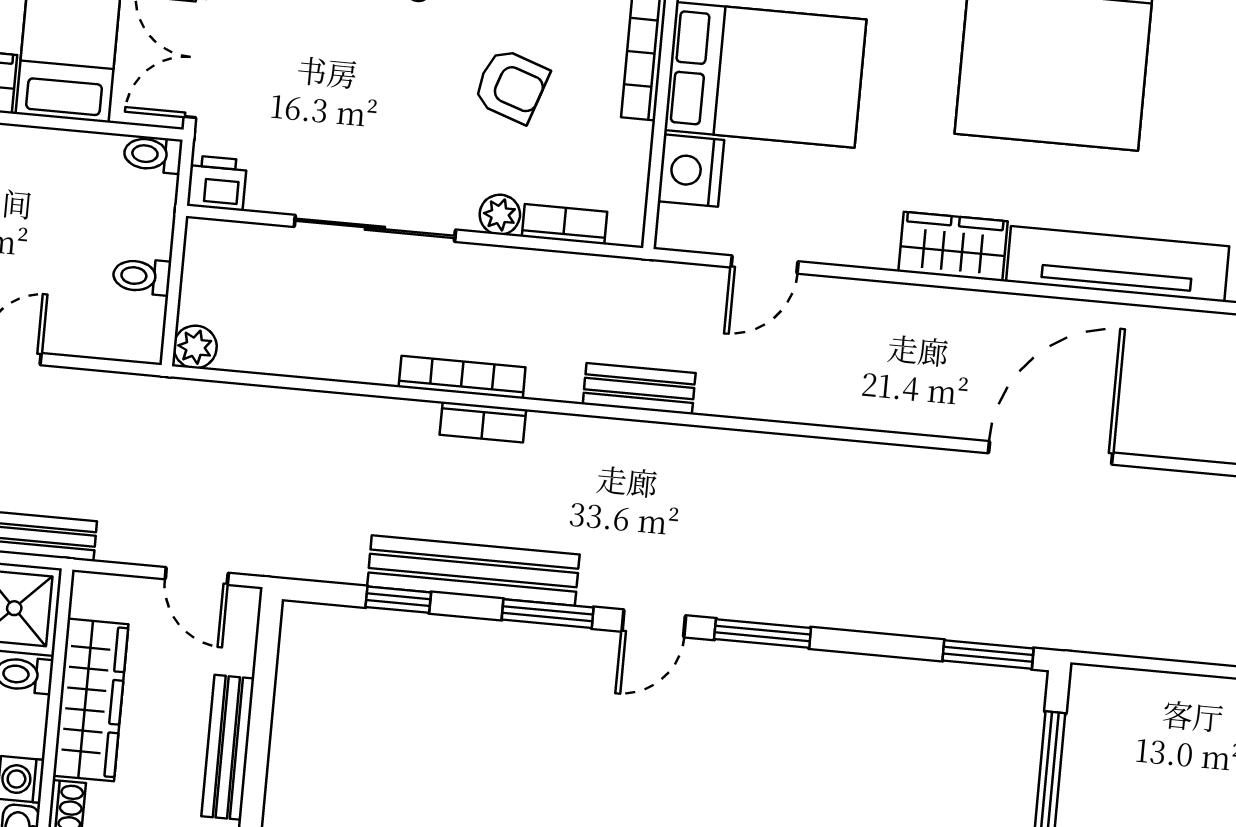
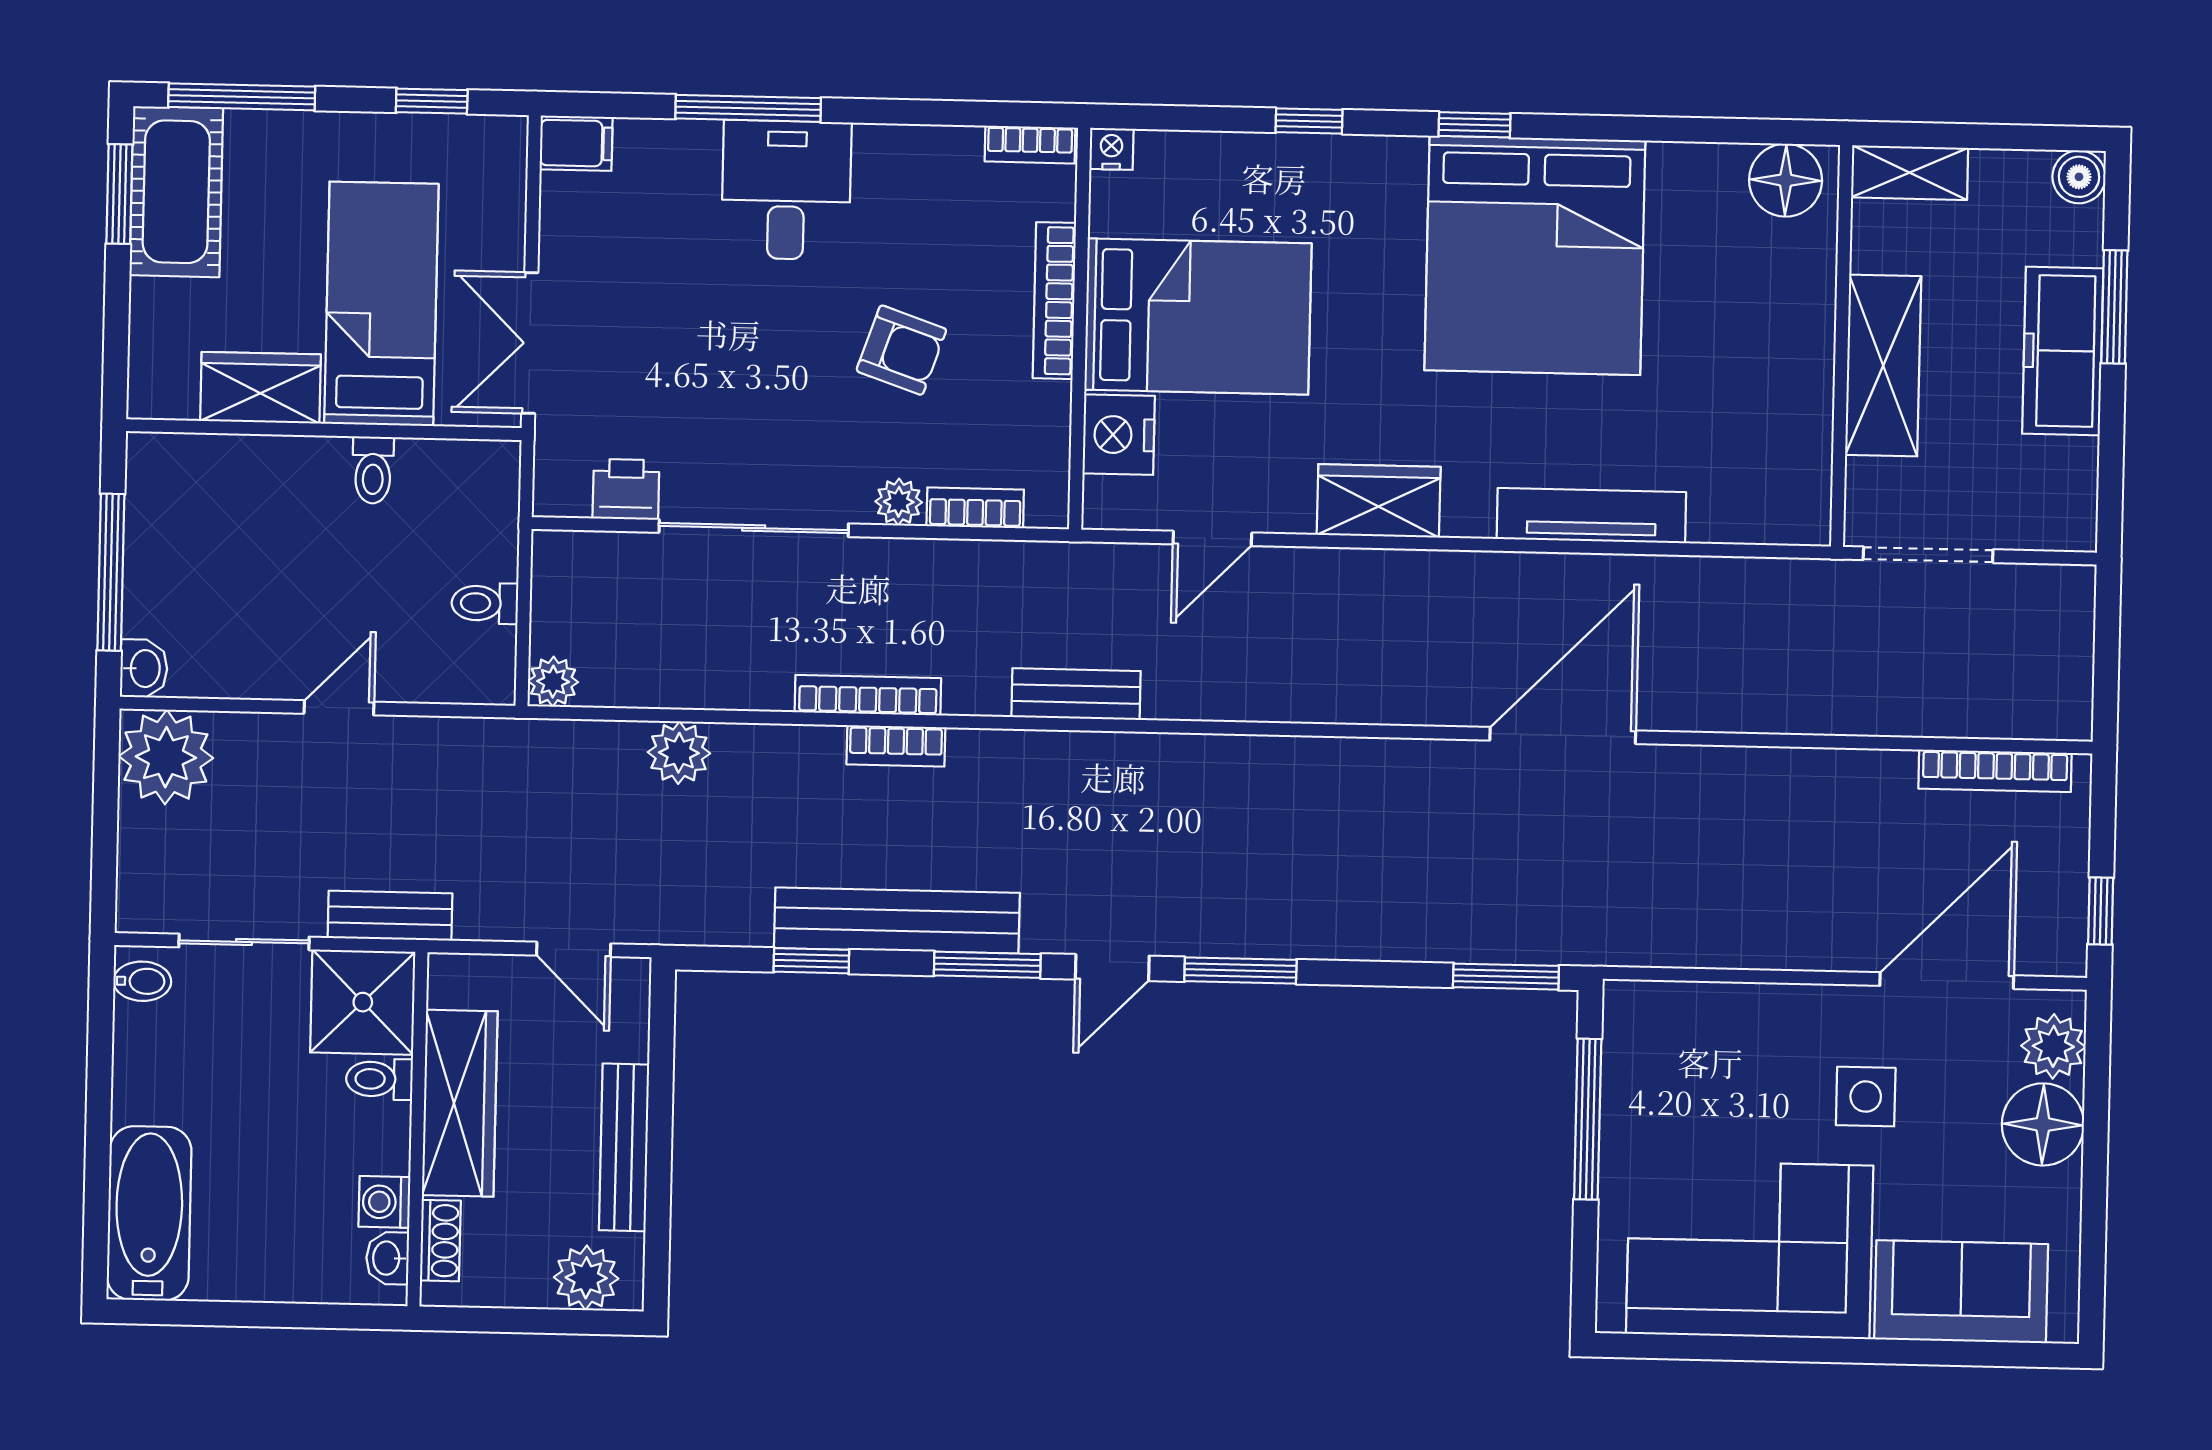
toilet: (153, 154) -> (373, 470), moved, turned -90
printer: (217, 183) -> (626, 489), moved
wardrobe: (953, 246) -> (1379, 501), moved
tv unit: (1118, 264) -> (1591, 516), width x0.73, depth x0.78
plant: (298, 415) -> (679, 753), added

